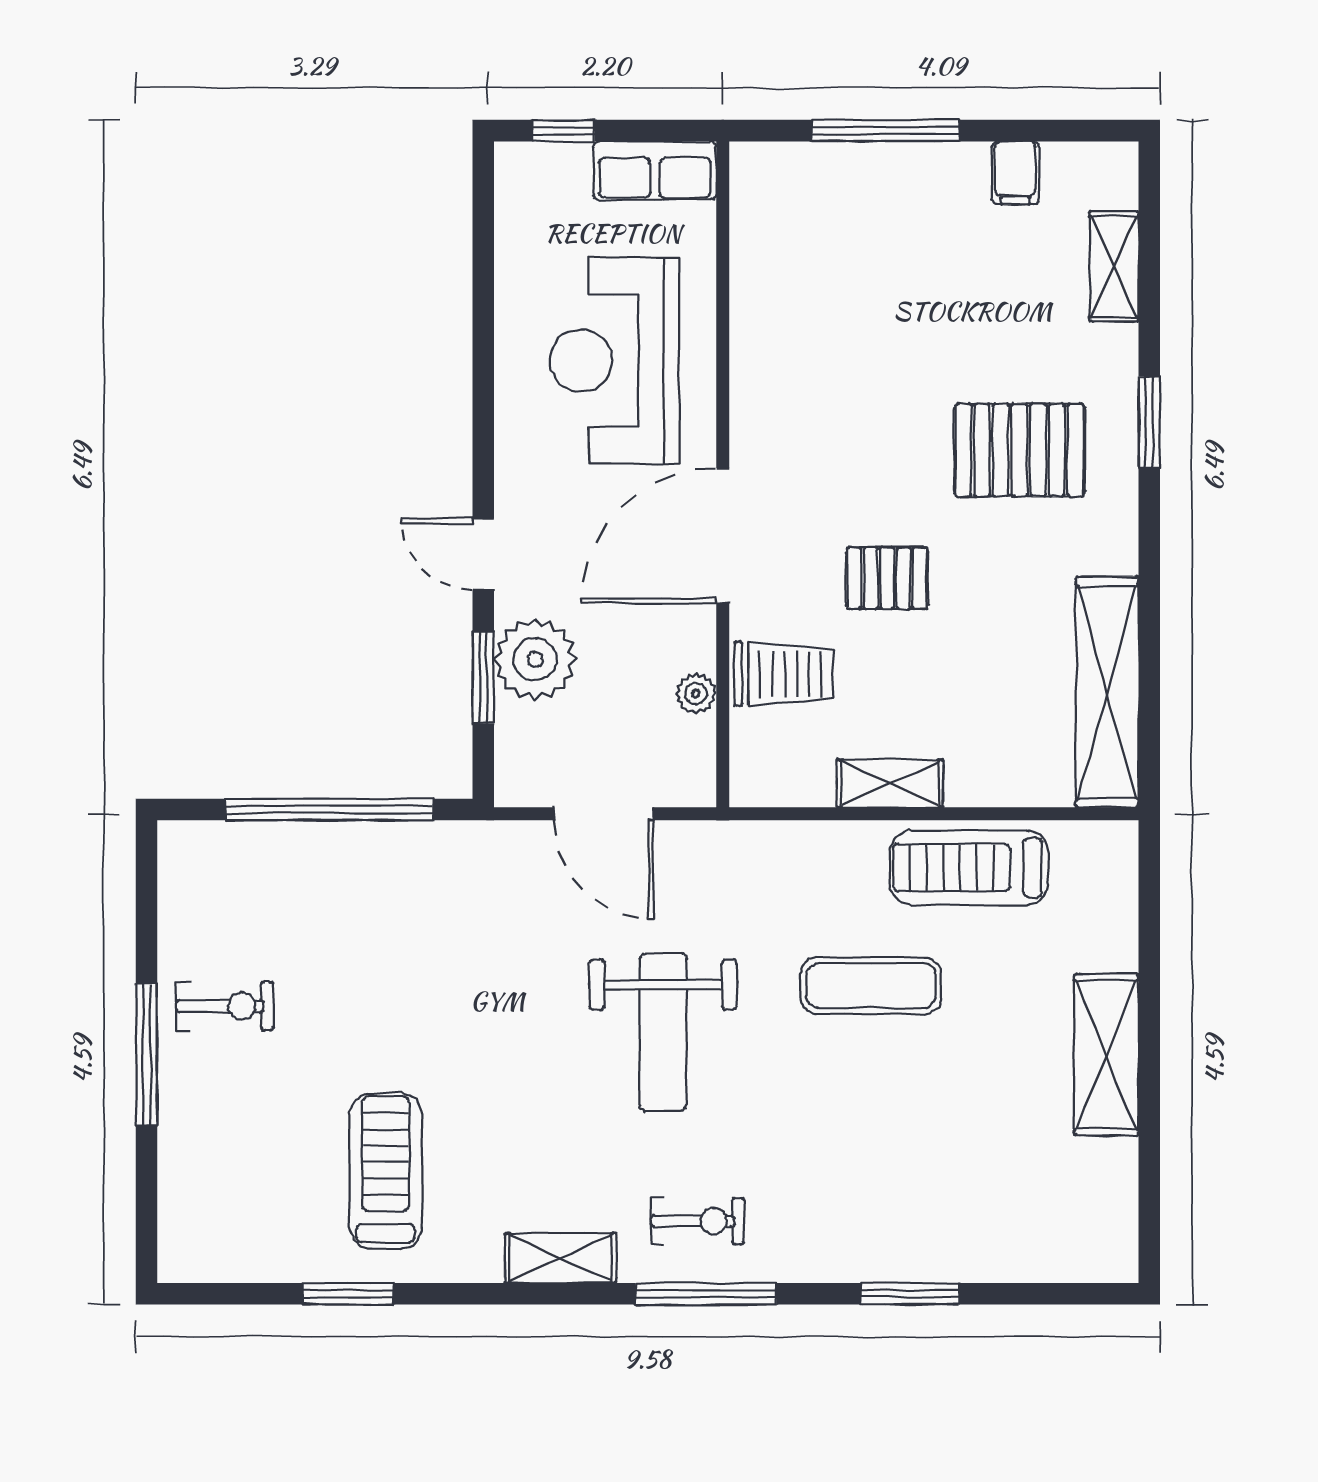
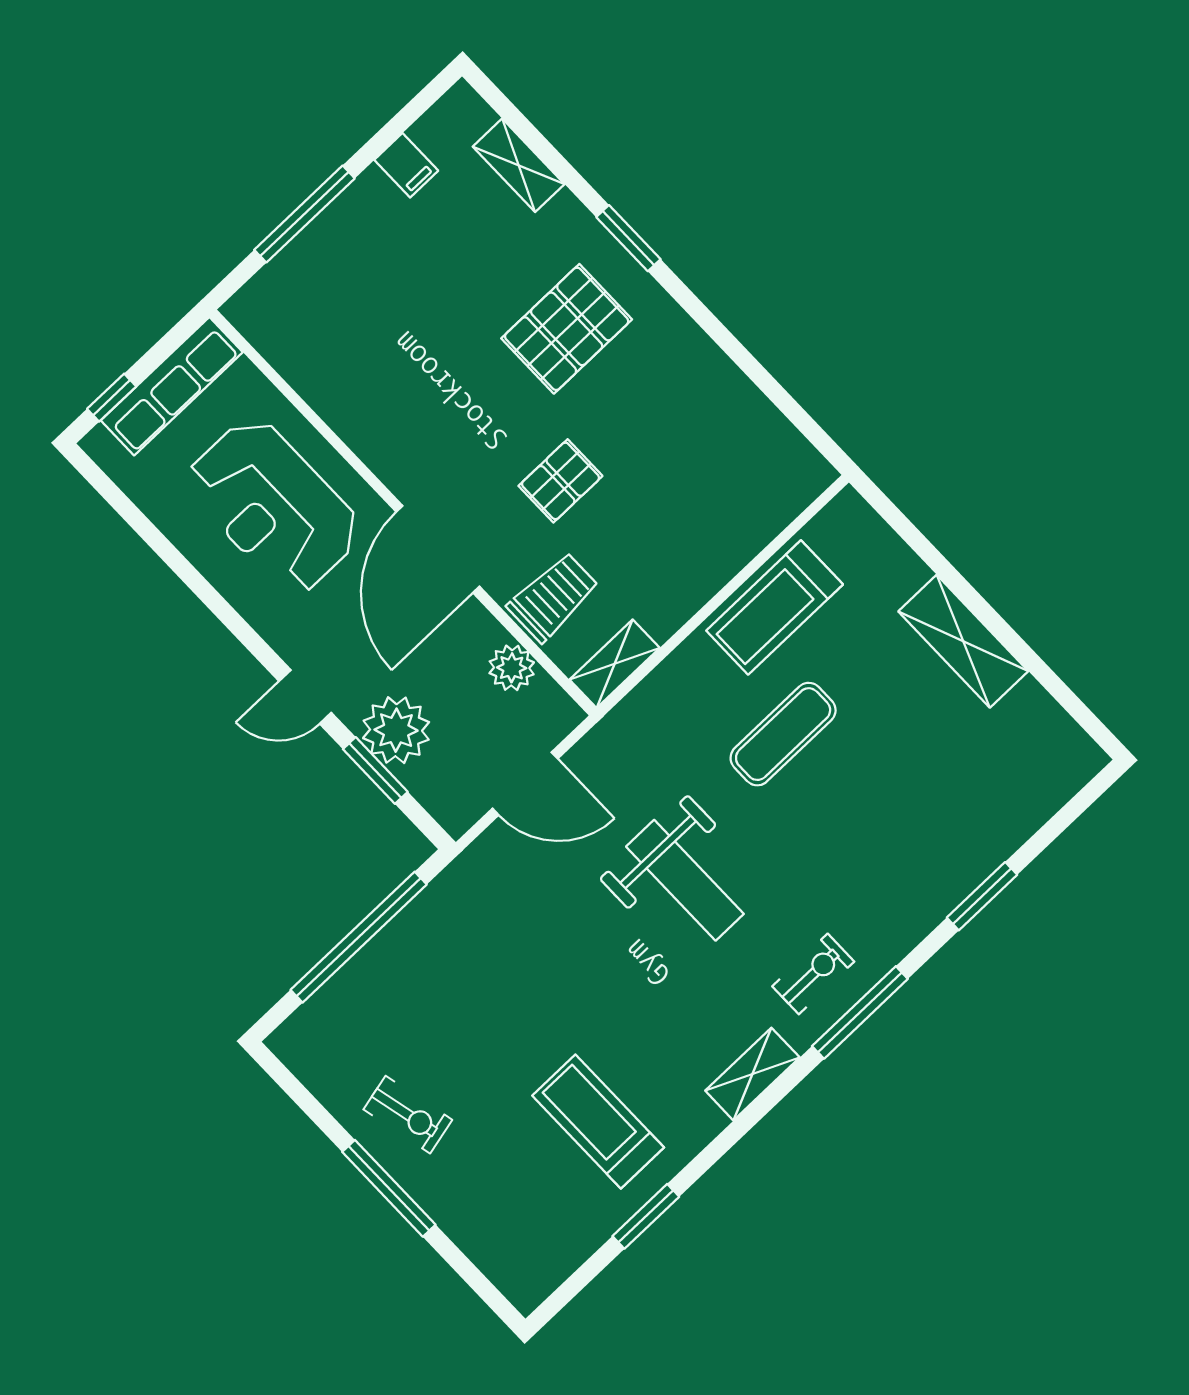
row of seats: (655, 171) -> (172, 386), width x1.48
shelving: (1107, 692) -> (757, 424), removed
plant: (696, 694) -> (512, 668), width x1.38, depth x1.38
shelving: (890, 784) -> (615, 664), moved
exercise bike: (225, 1006) -> (408, 1115), turned 77

